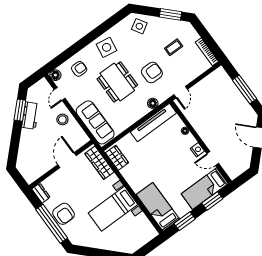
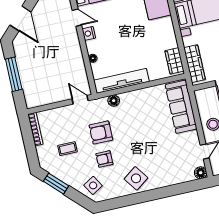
side table: (107, 47) -> (136, 178), turned 45
armchair: (79, 69) -> (104, 159), moved
dining table: (117, 82) -> (140, 138), removed
door: (181, 92) -> (80, 100), hinge flipped

